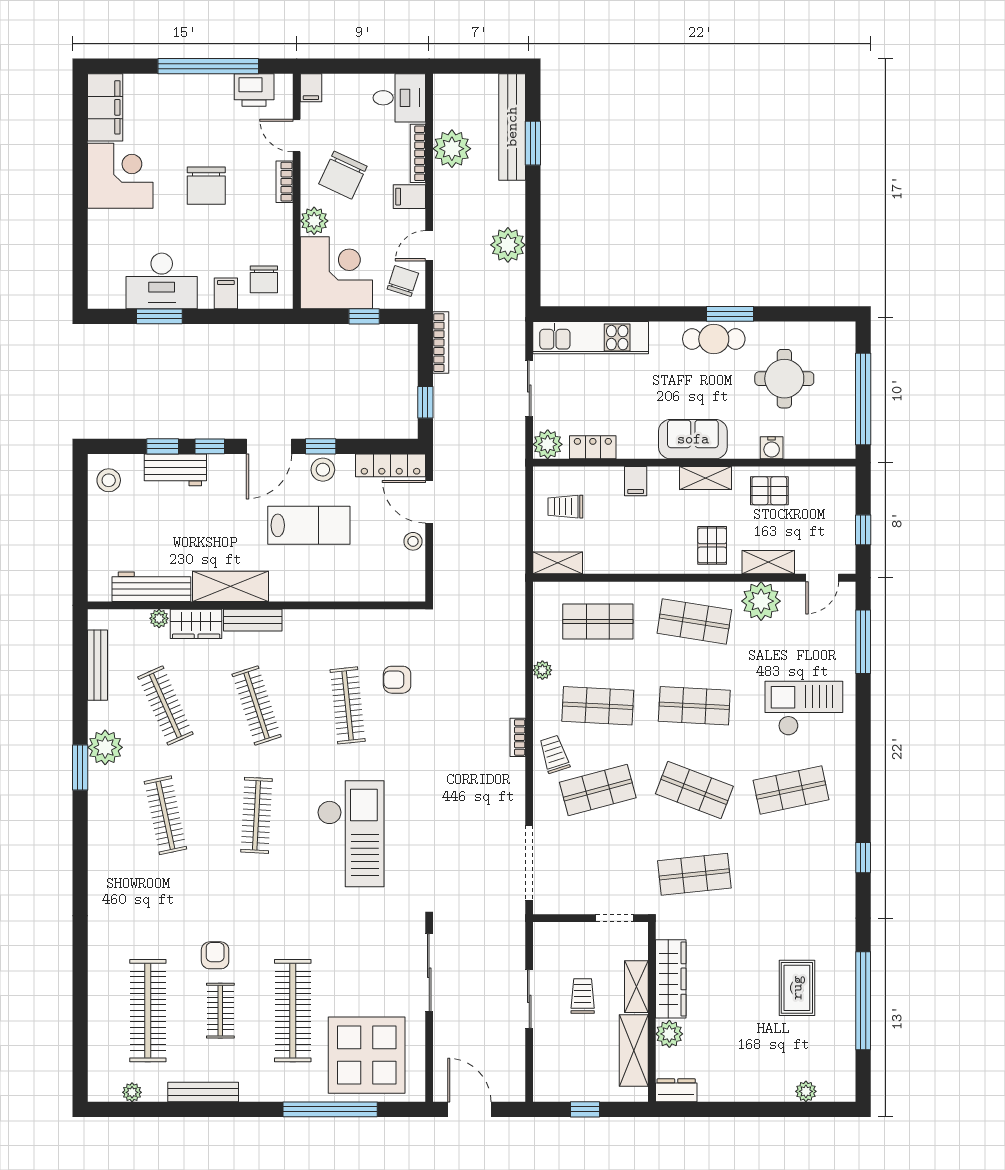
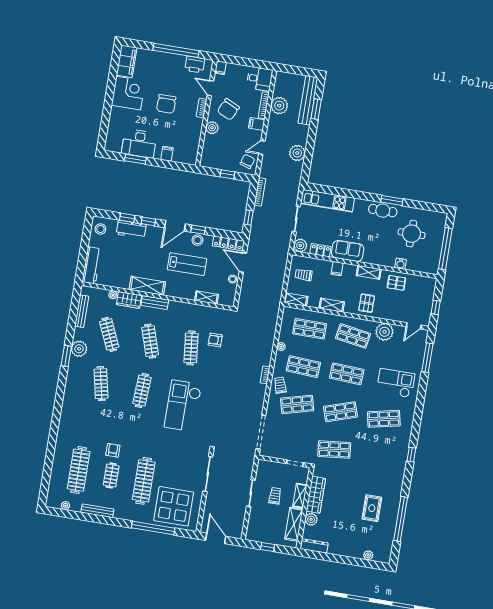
corner desk: (336, 273) -> (218, 153), removed
chair: (264, 279) -> (185, 150), removed
sofa: (693, 439) -> (348, 251), moved
shelving: (768, 562) -> (332, 305), moved
workbench: (151, 587) -> (92, 265), moved, turned 90
shelving: (363, 590) -> (207, 297), added
shop shelf: (694, 790) -> (340, 412), turned -39
checkout: (351, 834) -> (183, 406), turned 180
dresser: (676, 1090) -> (314, 546), width x1.44

